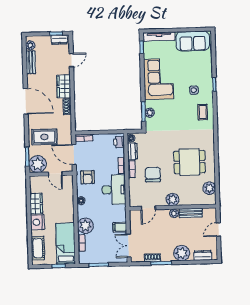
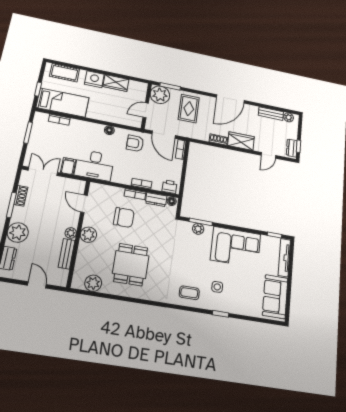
door: (71, 60) -> (268, 155), hinge flipped
door: (74, 155) -> (164, 135), swing flipped
desk: (114, 190) -> (94, 165), moved
plant: (85, 226) -> (79, 128), removed

